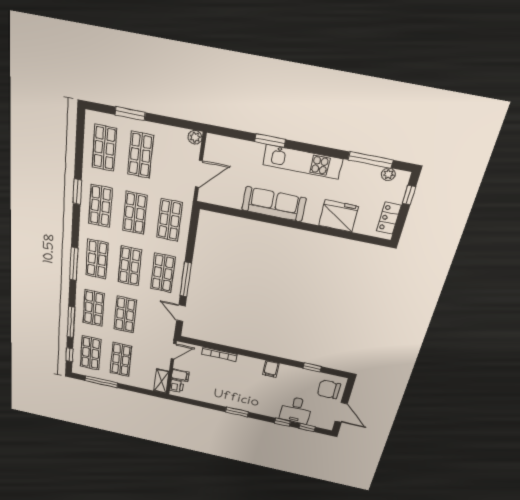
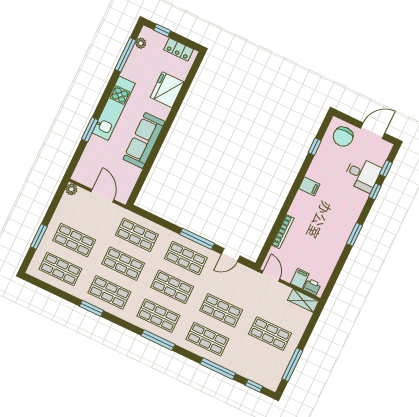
shop shelf: (91, 353) -> (256, 362), removed

